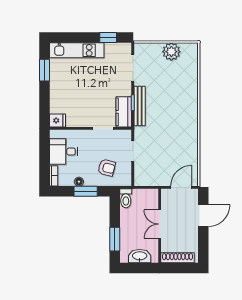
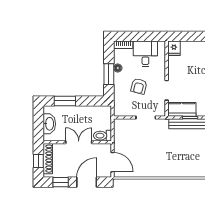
armchair: (107, 168) -> (139, 86), moved
toilet: (126, 198) -> (102, 136), moved
door: (203, 216) -> (87, 182), swing flipped
window: (203, 244) -> (61, 182), added
window: (180, 268) -> (38, 161), added

